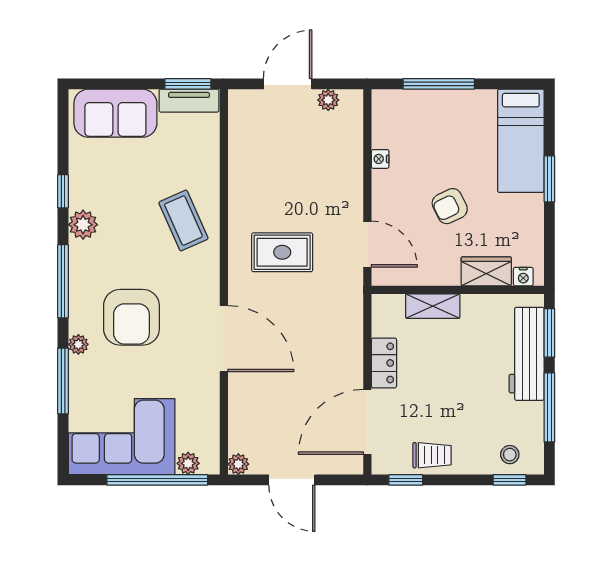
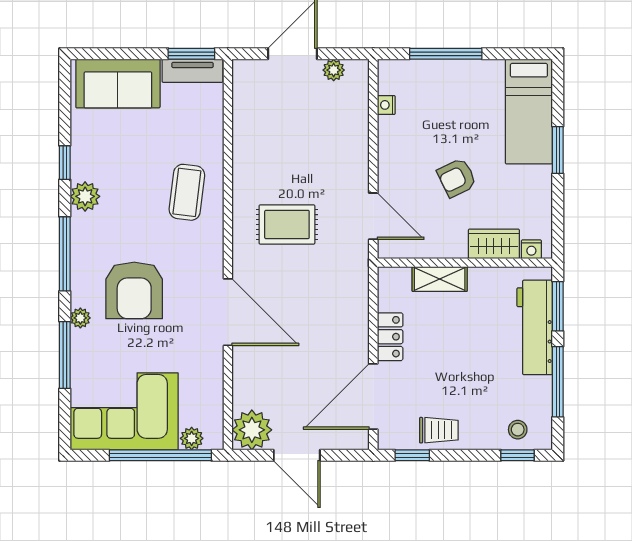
nightstand: (380, 159) -> (386, 105), moved
coffee table: (183, 221) -> (187, 192), turned 31
plant: (238, 464) -> (252, 430), width x1.88, depth x1.88

